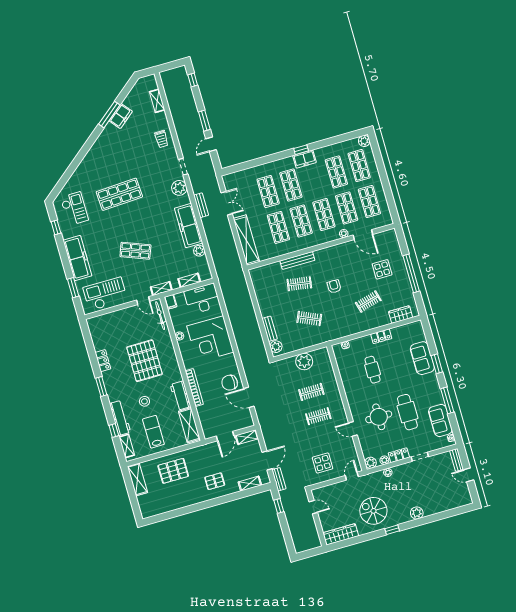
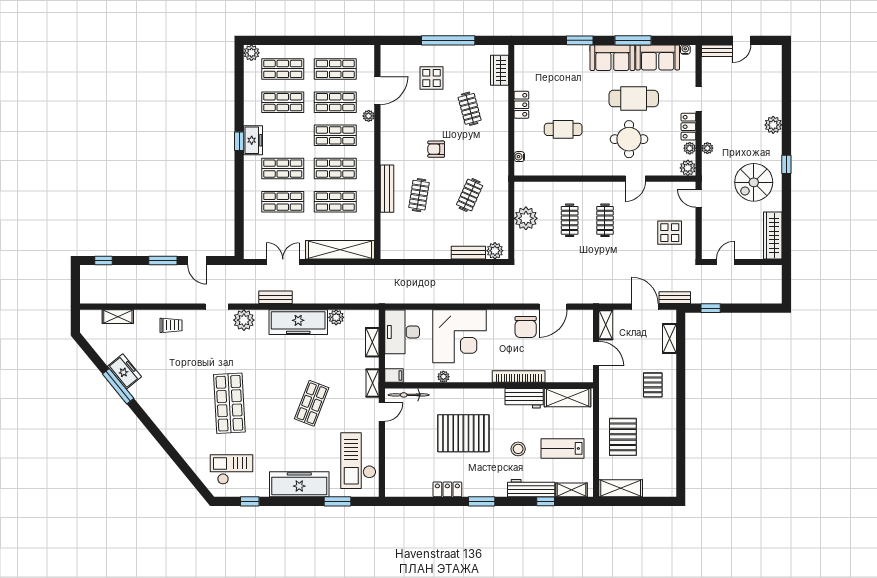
sofa: (422, 358) -> (612, 58), moved

